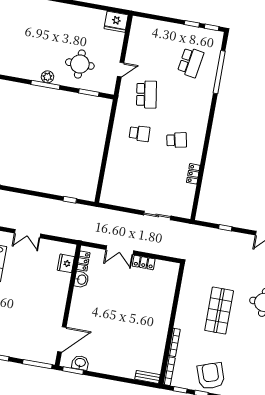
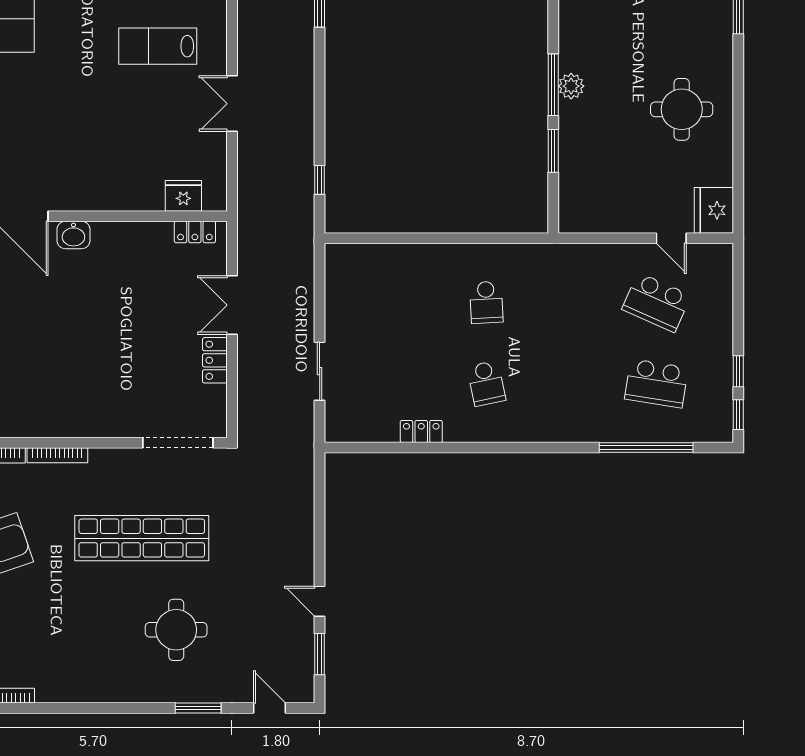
round table: (80, 64) -> (682, 109), moved
door: (121, 70) -> (671, 238), moved
window: (89, 93) -> (553, 151), moved
school desk: (147, 94) -> (656, 302), moved, turned 33
window: (225, 228) -> (320, 520), removed
washbasin: (81, 280) -> (73, 235), moved
doorway: (178, 286) -> (178, 443), added
shop shelf: (219, 311) -> (142, 538), width x1.40

